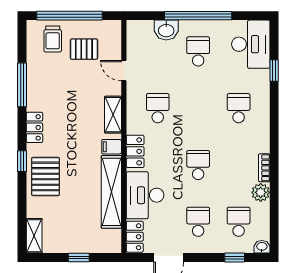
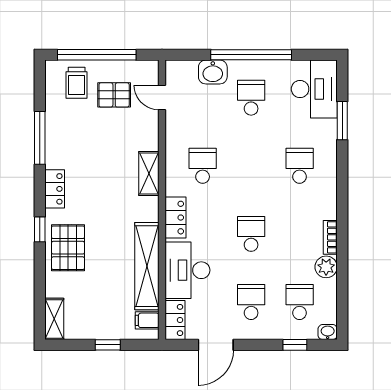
door: (124, 71) -> (162, 97), moved
window: (274, 71) -> (342, 121), width x1.50
filing cabinet: (112, 147) -> (147, 320), moved

